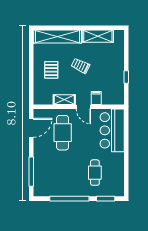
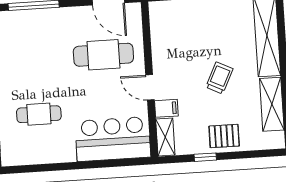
pallet: (51, 70) -> (224, 136), moved
shelving: (64, 100) -> (165, 137), moved
door: (83, 107) -> (150, 87), hinge flipped

